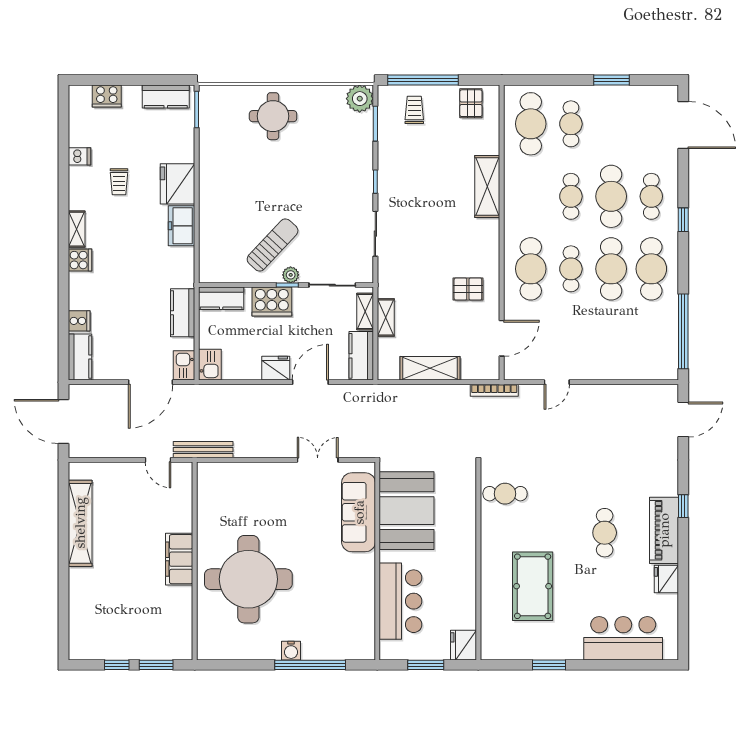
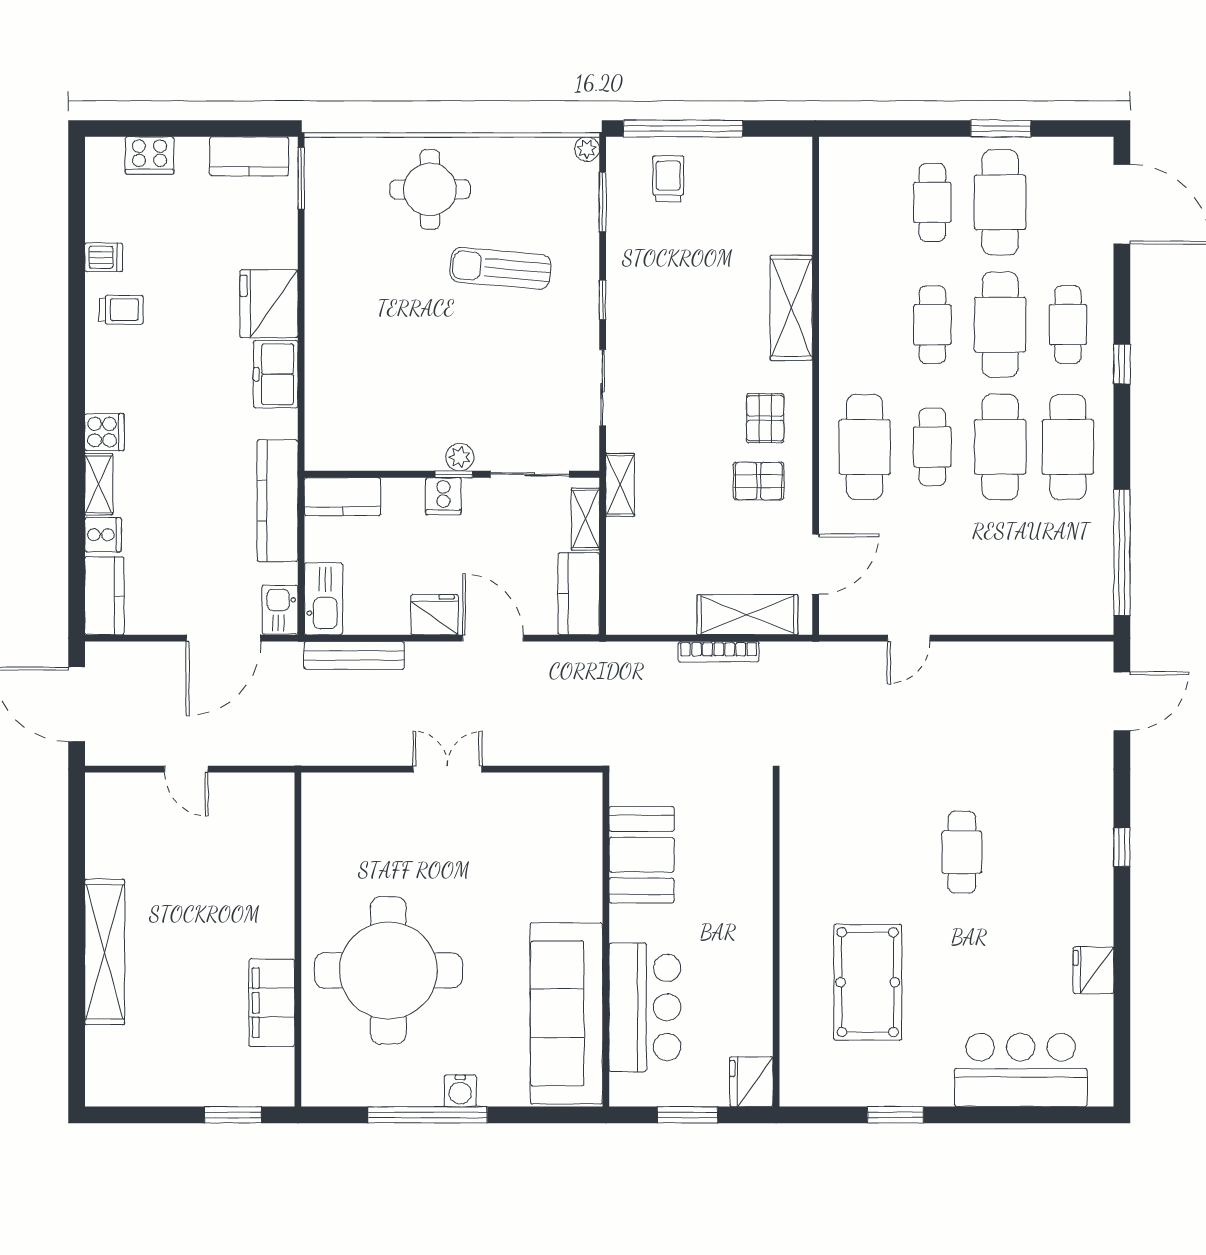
plant: (360, 99) -> (587, 149), width x0.53, depth x0.53
pallet: (471, 103) -> (765, 418), moved
cafe table: (531, 124) -> (1000, 202), moved
trolley: (119, 182) -> (121, 310), moved, turned -90
shelving: (77, 229) -> (99, 484), moved
sun lounger: (273, 245) -> (500, 268), moved, turned -128
cooker: (272, 301) -> (443, 496), width x0.53, depth x0.76
kitchen counter: (183, 313) -> (277, 501), width x1.50
shelving: (386, 318) -> (620, 485), moved
kitchen sink: (210, 365) -> (323, 599), width x1.38
shelving: (430, 368) -> (747, 615), moved
door: (310, 382) -> (493, 638), hinge flipped
bookcase: (494, 390) -> (719, 652), moved
bench: (203, 450) -> (354, 655), moved
door: (158, 460) -> (186, 769), moved
double door: (318, 460) -> (448, 769), moved
cafe table: (505, 494) -> (821, 826), removed
booth: (407, 511) -> (641, 855), width x0.73, depth x0.70
sofa: (359, 512) -> (567, 1013), moved, width x1.36, depth x1.27
shelving: (80, 523) -> (105, 952), moved
piano: (664, 530) -> (1089, 888), removed
cafe table: (605, 533) -> (962, 852), moved
filing cabinet: (179, 559) -> (272, 1003), moved
window: (117, 665) -> (166, 1115), removed
window: (310, 665) -> (428, 1115), moved

